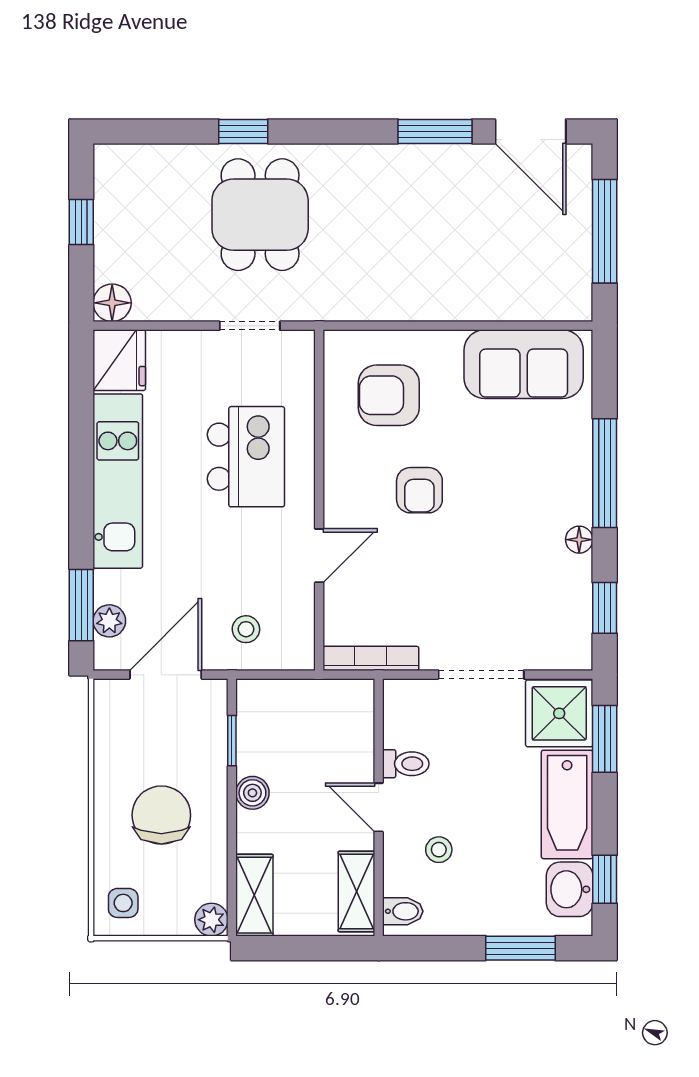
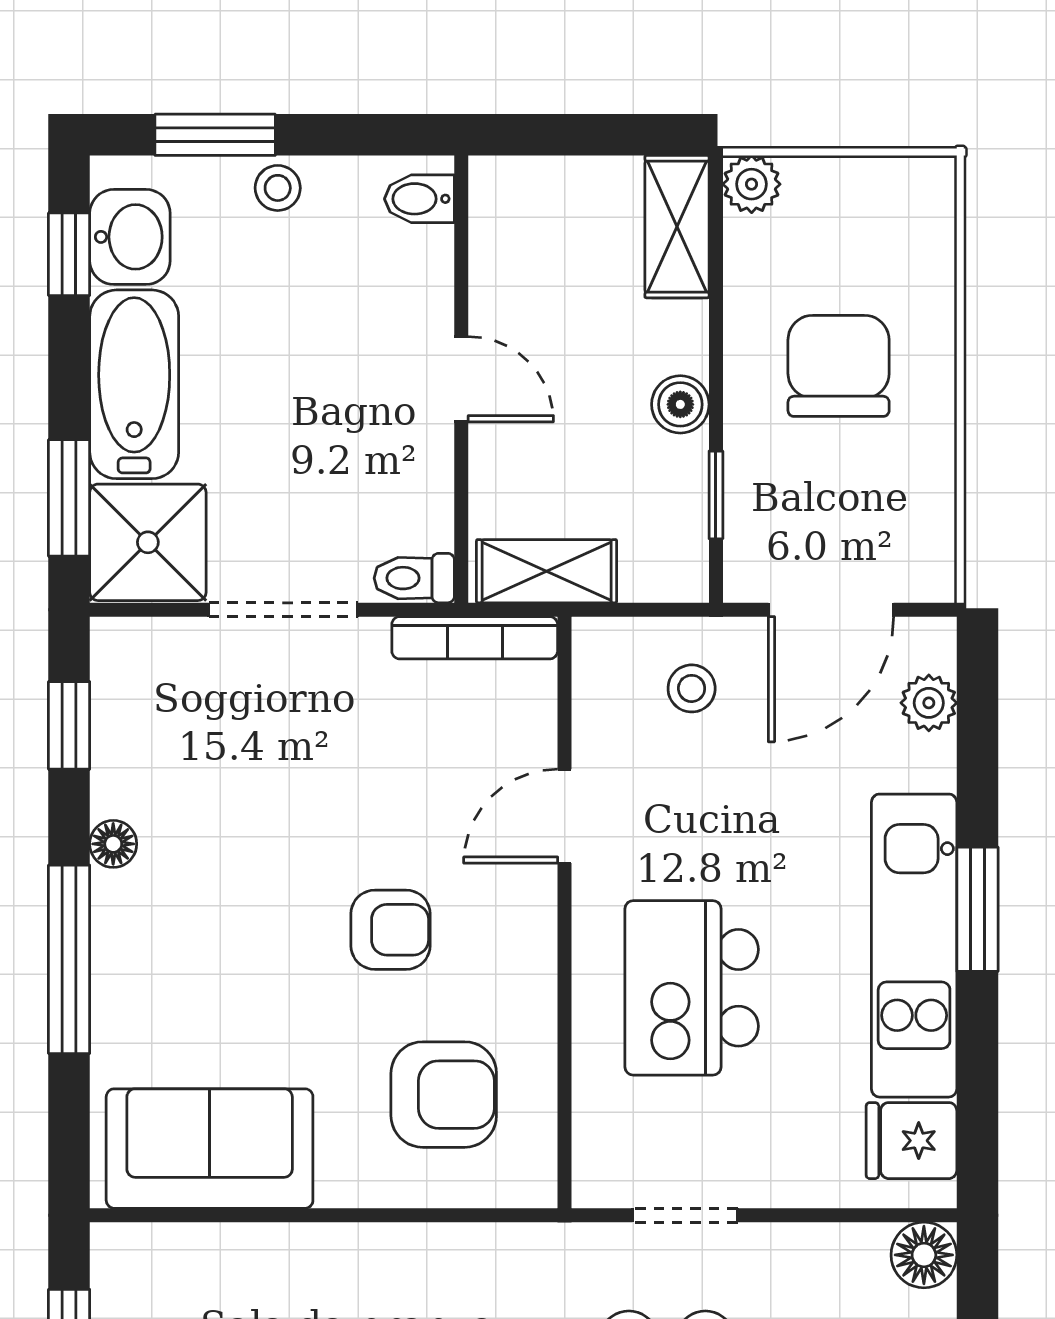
fridge: (119, 360) -> (911, 1141), width x0.72
armchair: (419, 490) -> (391, 930), turned 90
window: (81, 605) -> (977, 909), moved
toilet: (406, 764) -> (414, 578), moved
chair: (161, 815) -> (839, 366), turned 180
stool: (439, 850) -> (278, 188), moved
shelving: (356, 891) -> (547, 571), moved, turned 90
side table: (123, 903) -> (905, 213), removed

